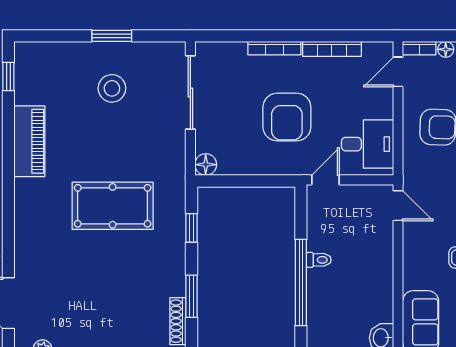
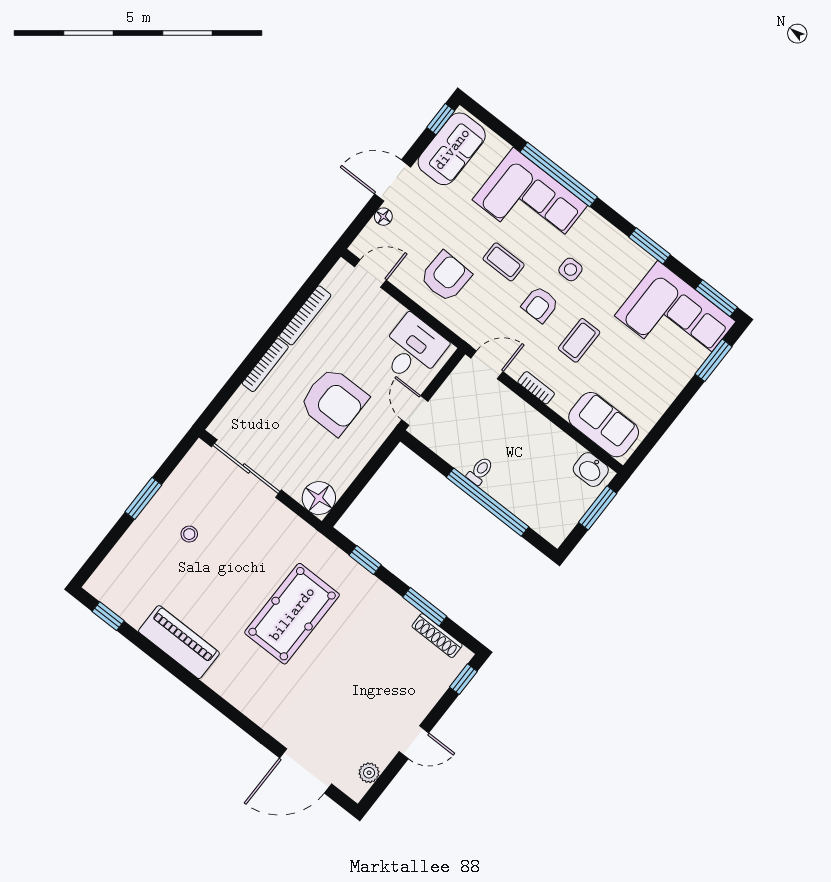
bookcase: (419, 48) -> (536, 388), moved, turned -90
door: (398, 72) -> (370, 274), swing flipped
stool: (112, 88) -> (189, 534), width x0.53, depth x0.53
floor lamp: (206, 165) -> (319, 498), width x1.38, depth x1.38

